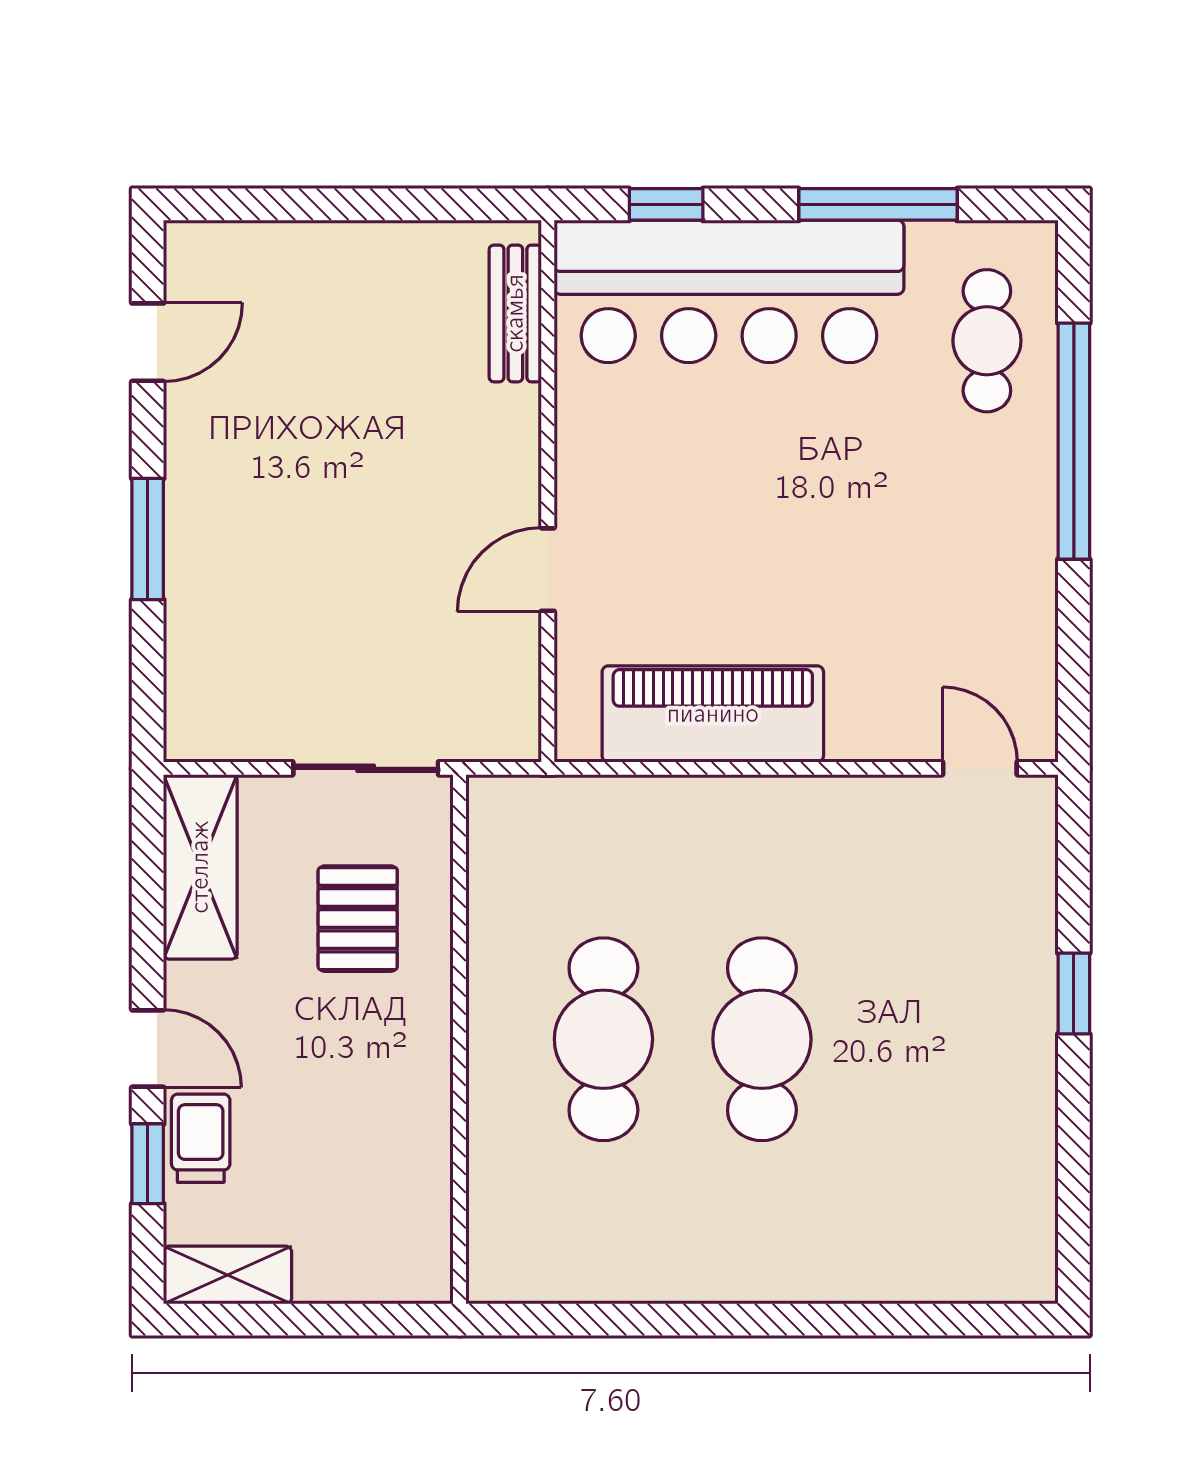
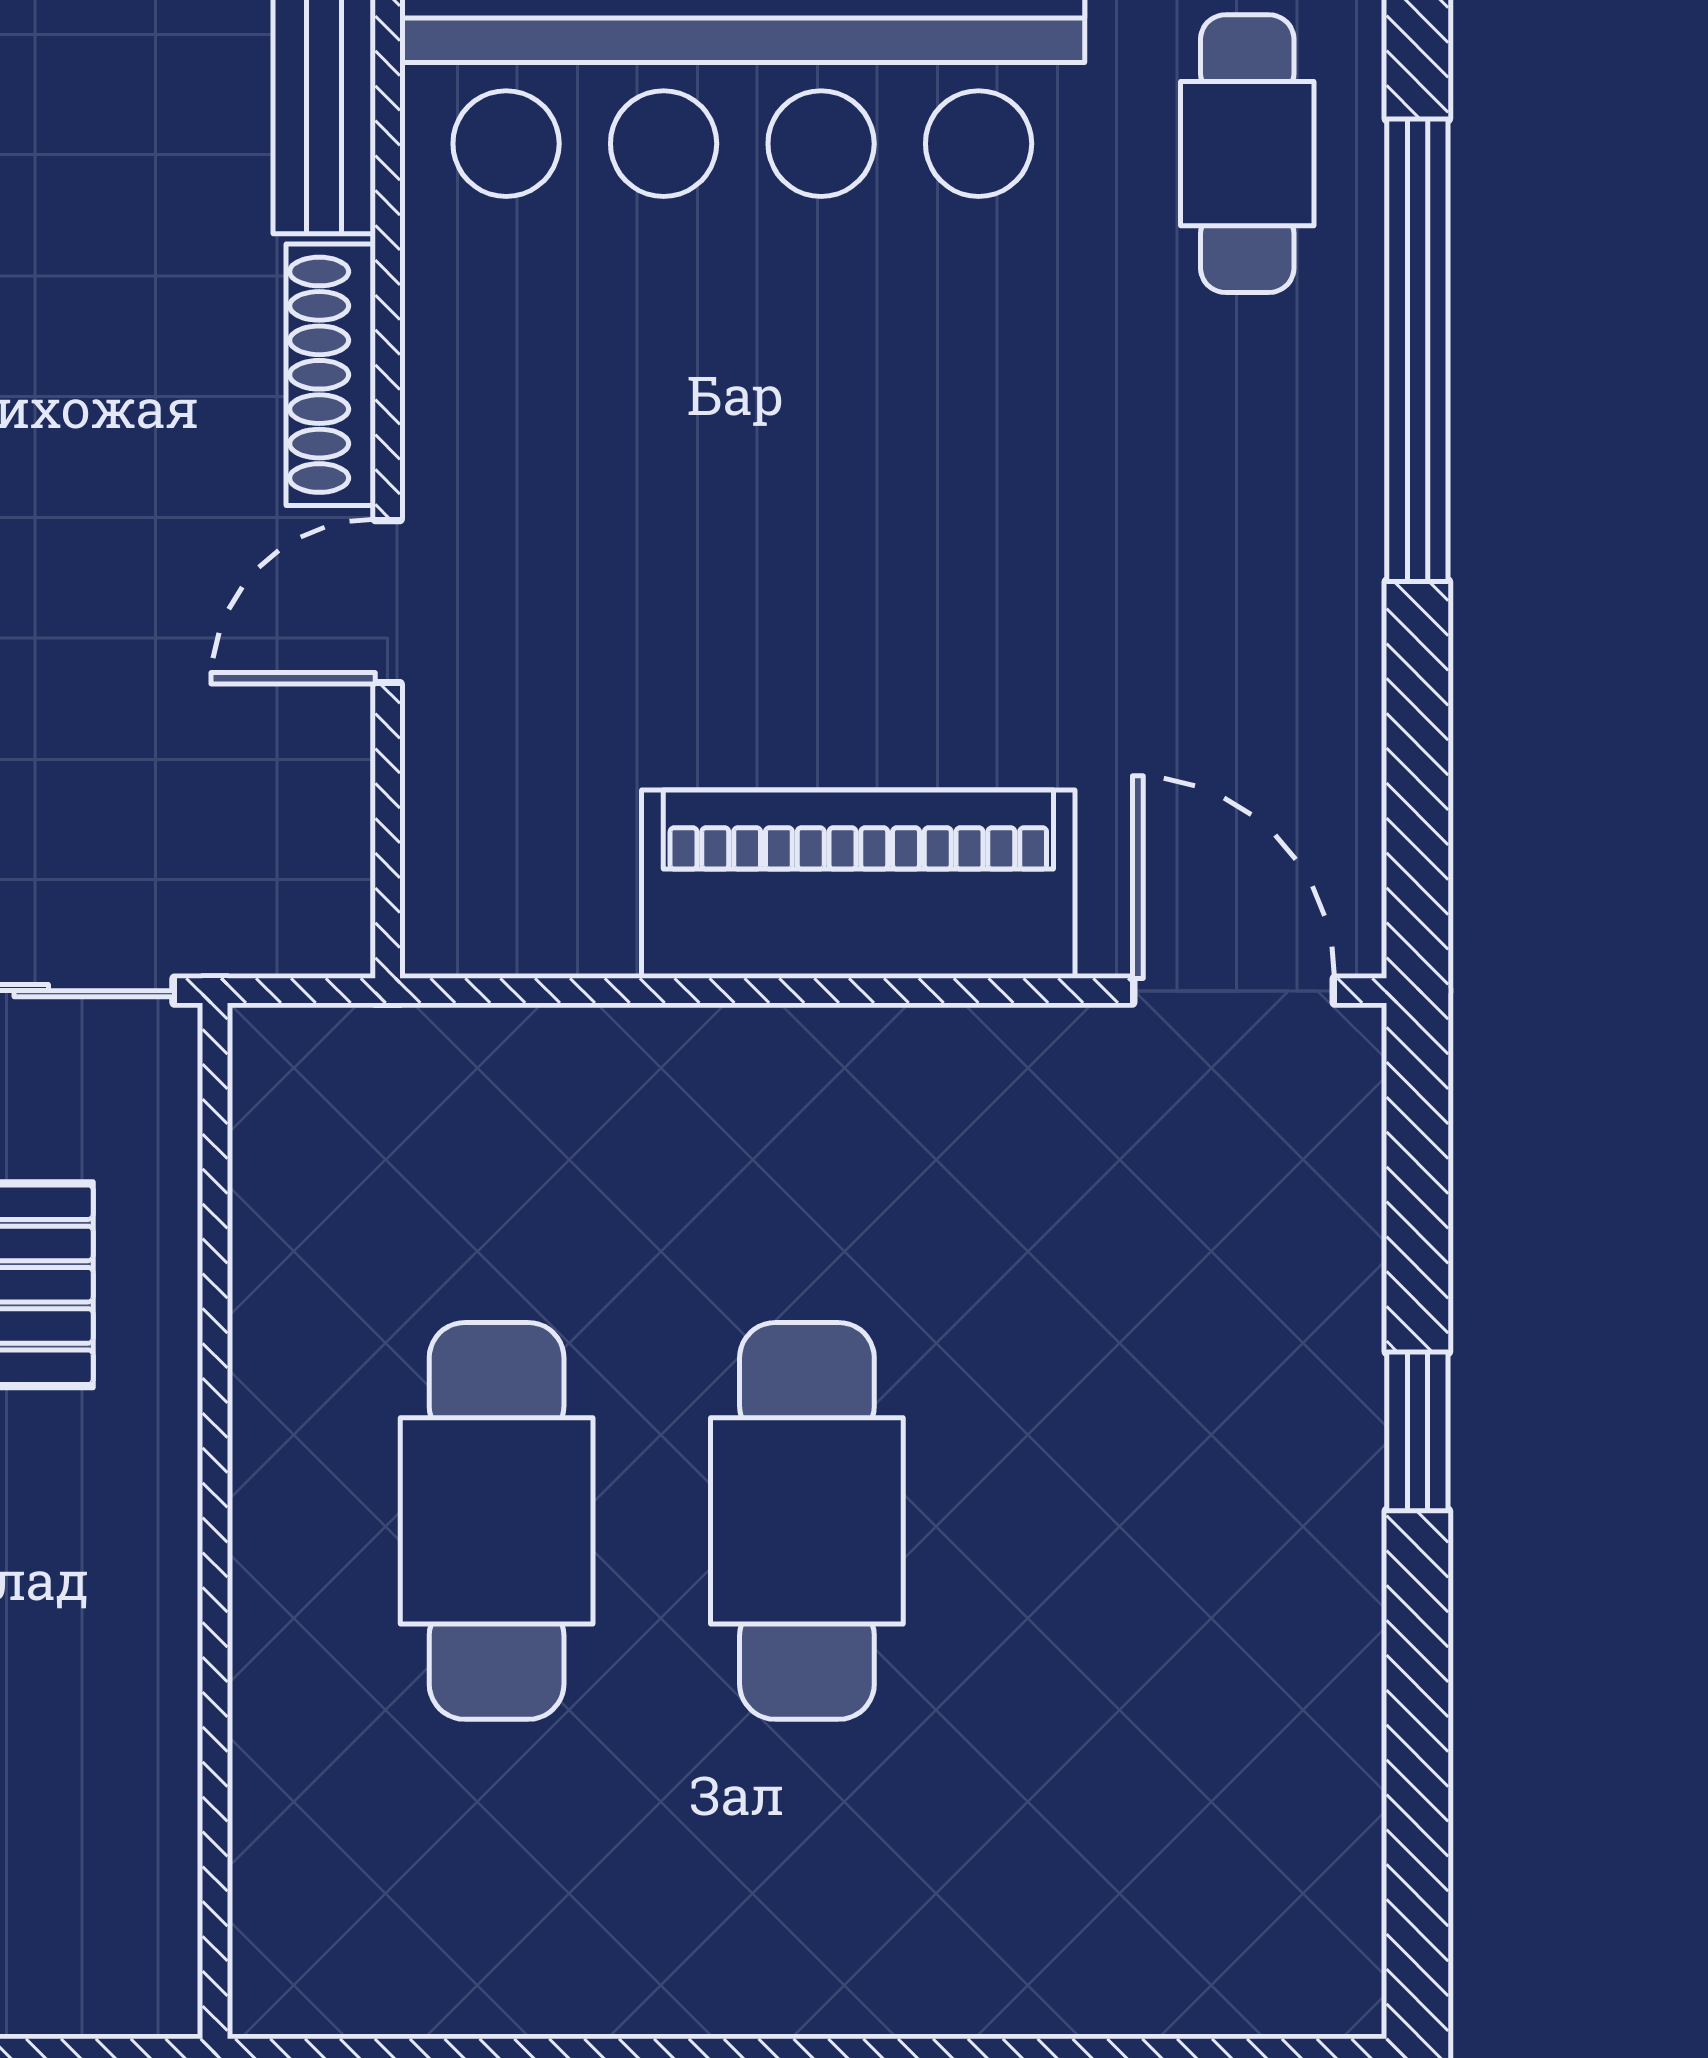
shoe rack: (519, 454) -> (331, 375), added
piano: (713, 714) -> (858, 884), moved
door: (980, 768) -> (1233, 991), width x1.38

